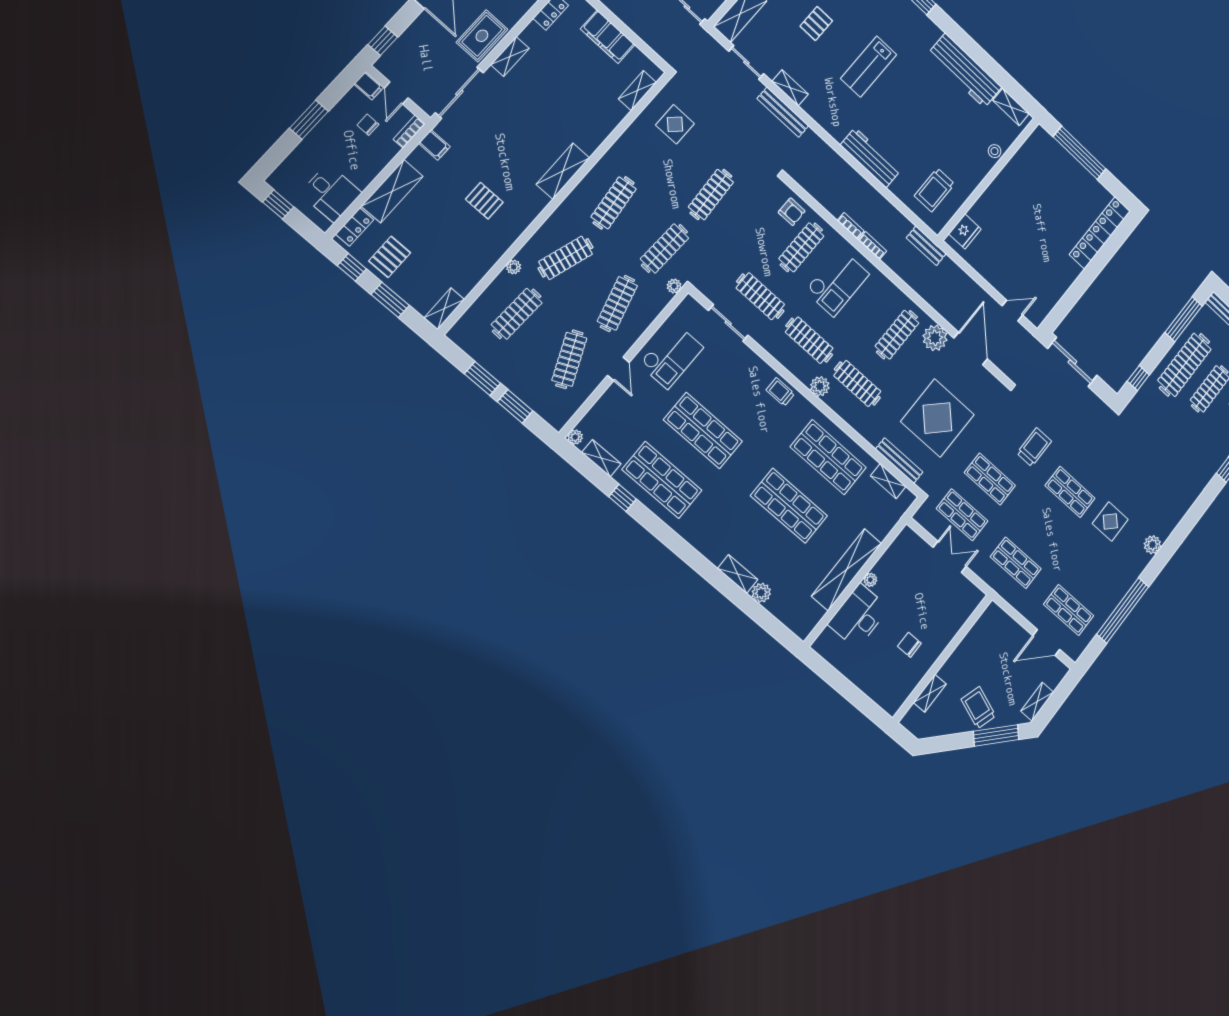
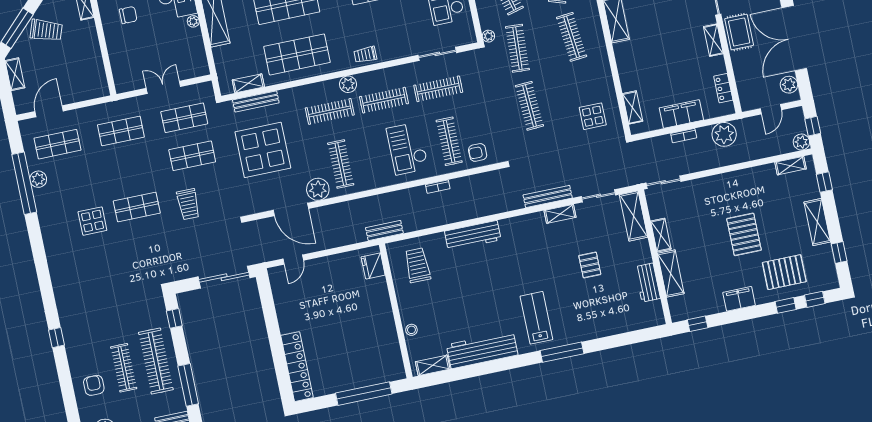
lab bench: (869, 67) -> (536, 318), moved
bookcase: (872, 245) -> (684, 136), moved
trolley: (780, 392) -> (365, 55), turned 180
plant: (1152, 545) -> (38, 179), moved
double door: (950, 557) -> (163, 87), swing flipped

